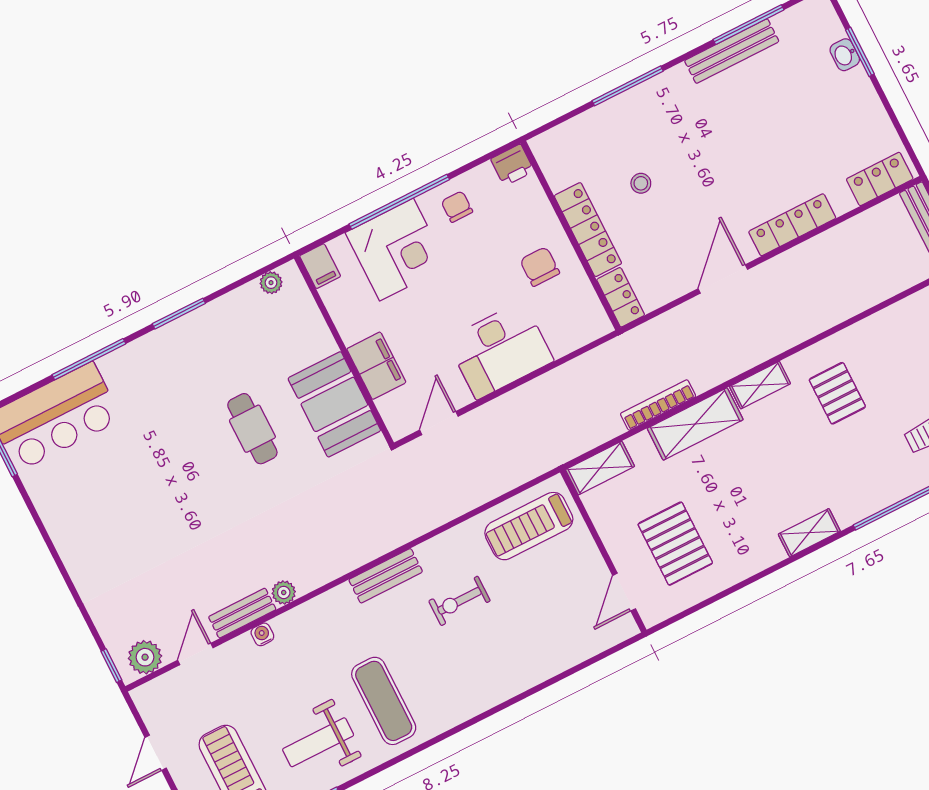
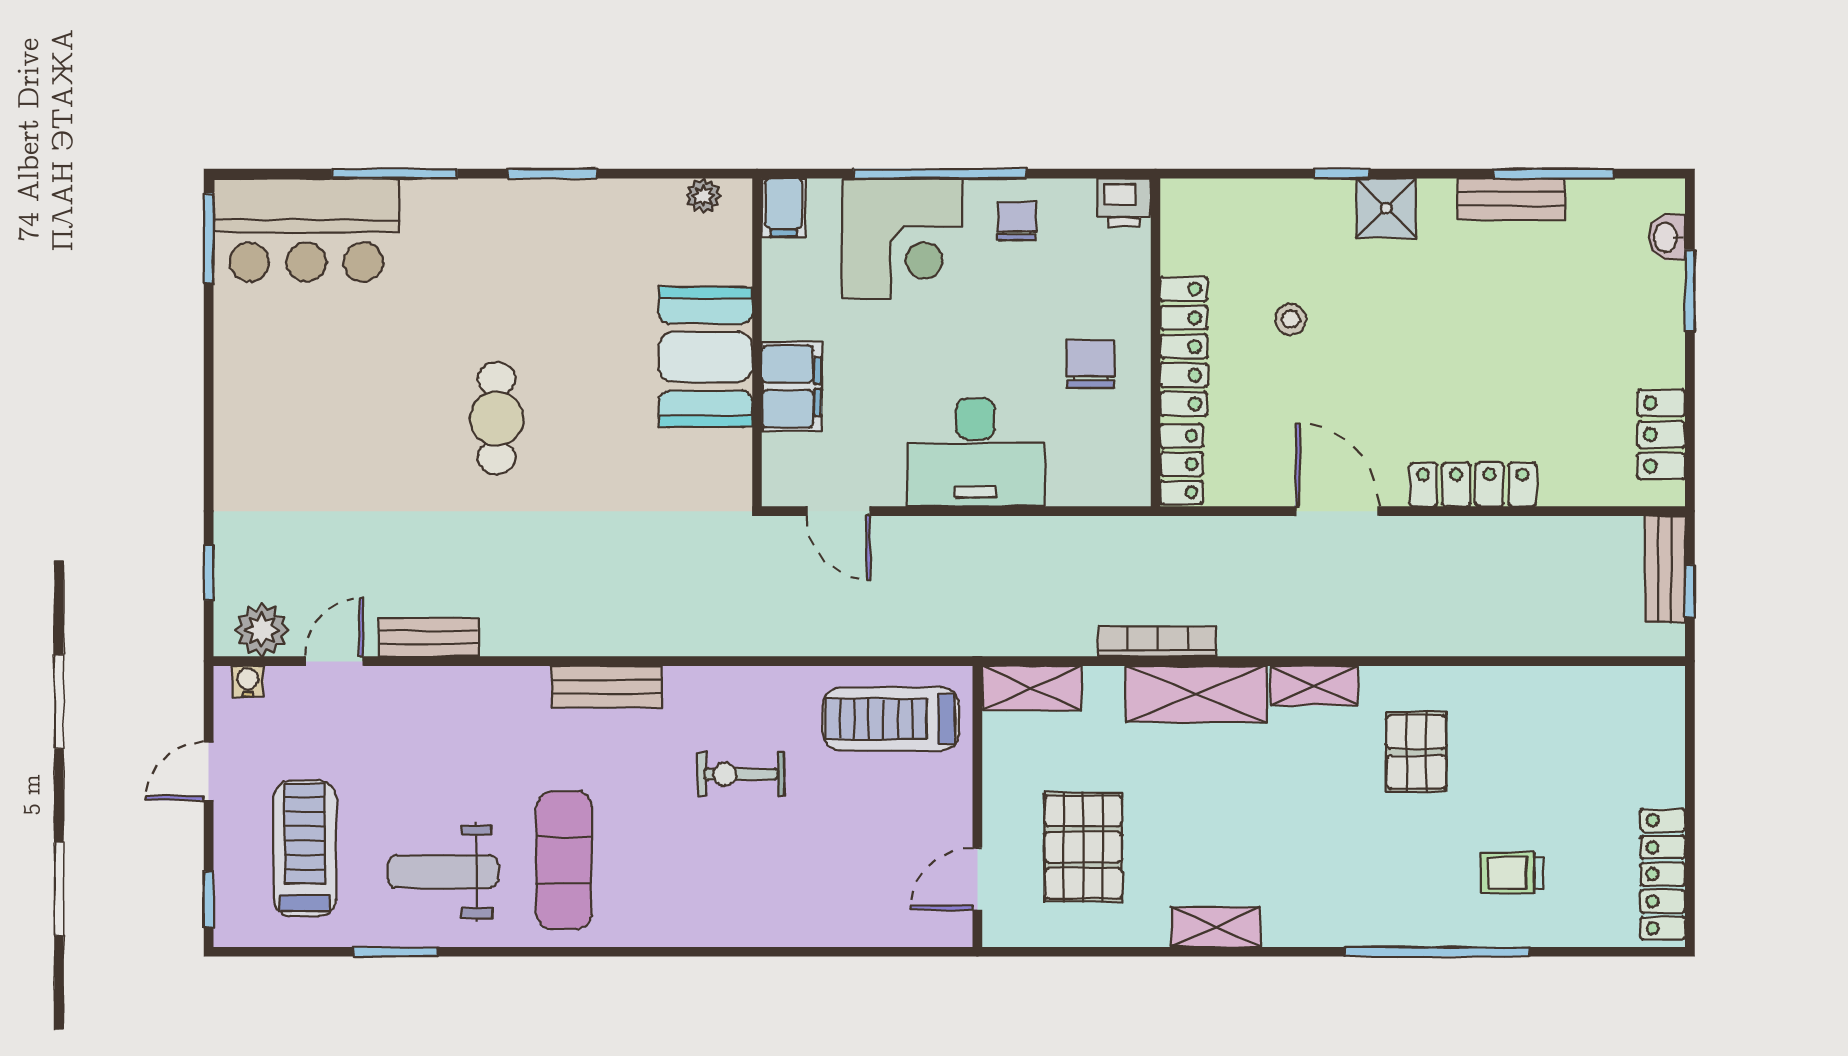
bench: (732, 51) -> (1511, 199), width x0.73
washbasin: (845, 55) -> (1667, 237), moved
window: (628, 86) -> (1341, 174), width x0.46
shower: (663, 92) -> (1386, 208), added
locker: (880, 179) -> (1661, 435), moved, turned -90
door: (723, 279) -> (1337, 511), hinge flipped
booth: (334, 404) -> (705, 357), moved
door: (439, 423) -> (838, 511), swing flipped
cafe table: (252, 429) -> (497, 418), moved
shelving: (809, 533) -> (1216, 927), moved
bench: (386, 576) -> (607, 687), moved
plant: (284, 592) -> (501, 638), removed
water cooler: (262, 634) -> (248, 681), moved
window: (111, 666) -> (209, 573), moved

